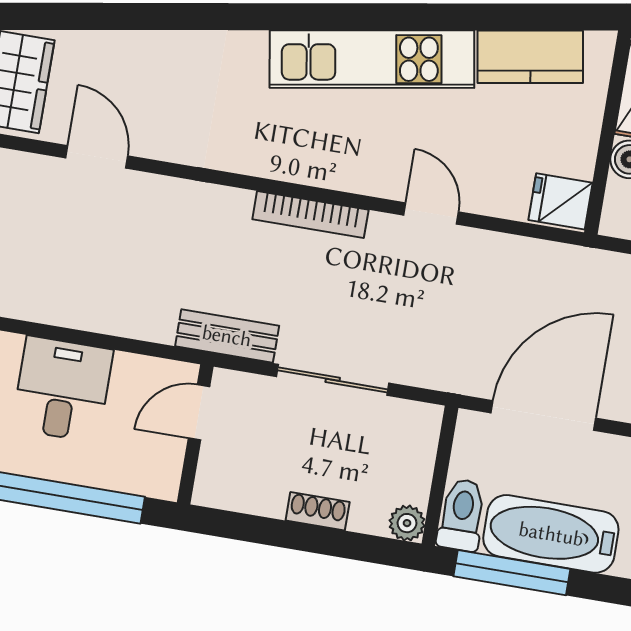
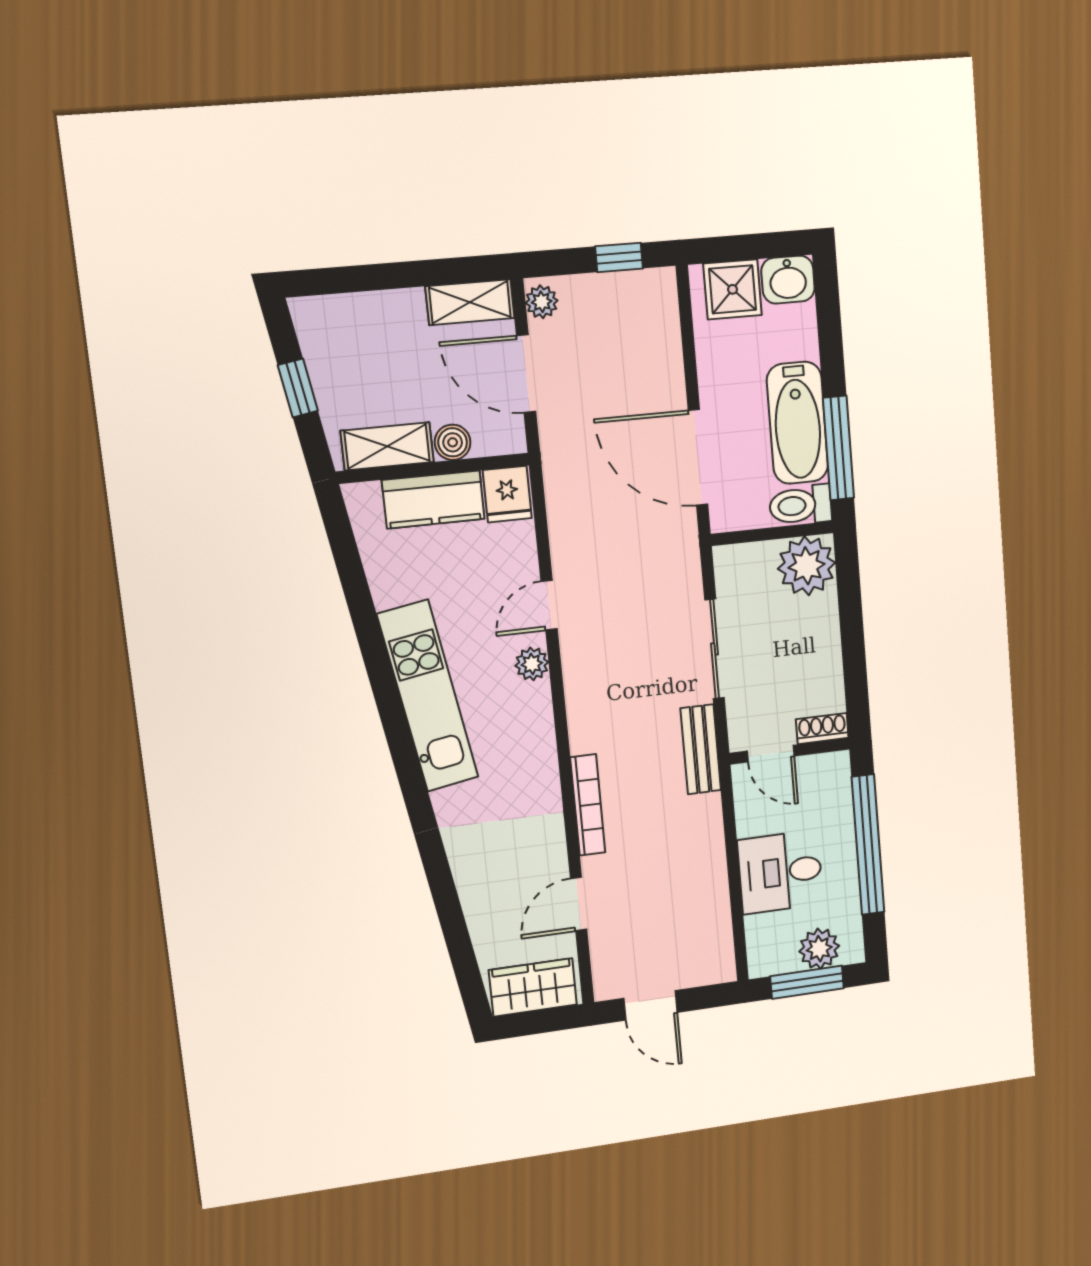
kitchen counter: (530, 57) -> (433, 500), moved, turned 100
plant: (374, 178) -> (532, 664), added
bookcase: (310, 215) -> (588, 805), moved
shoe rack: (318, 511) -> (822, 729), moved, turned 90
plant: (407, 523) -> (807, 566), width x1.88, depth x1.88

